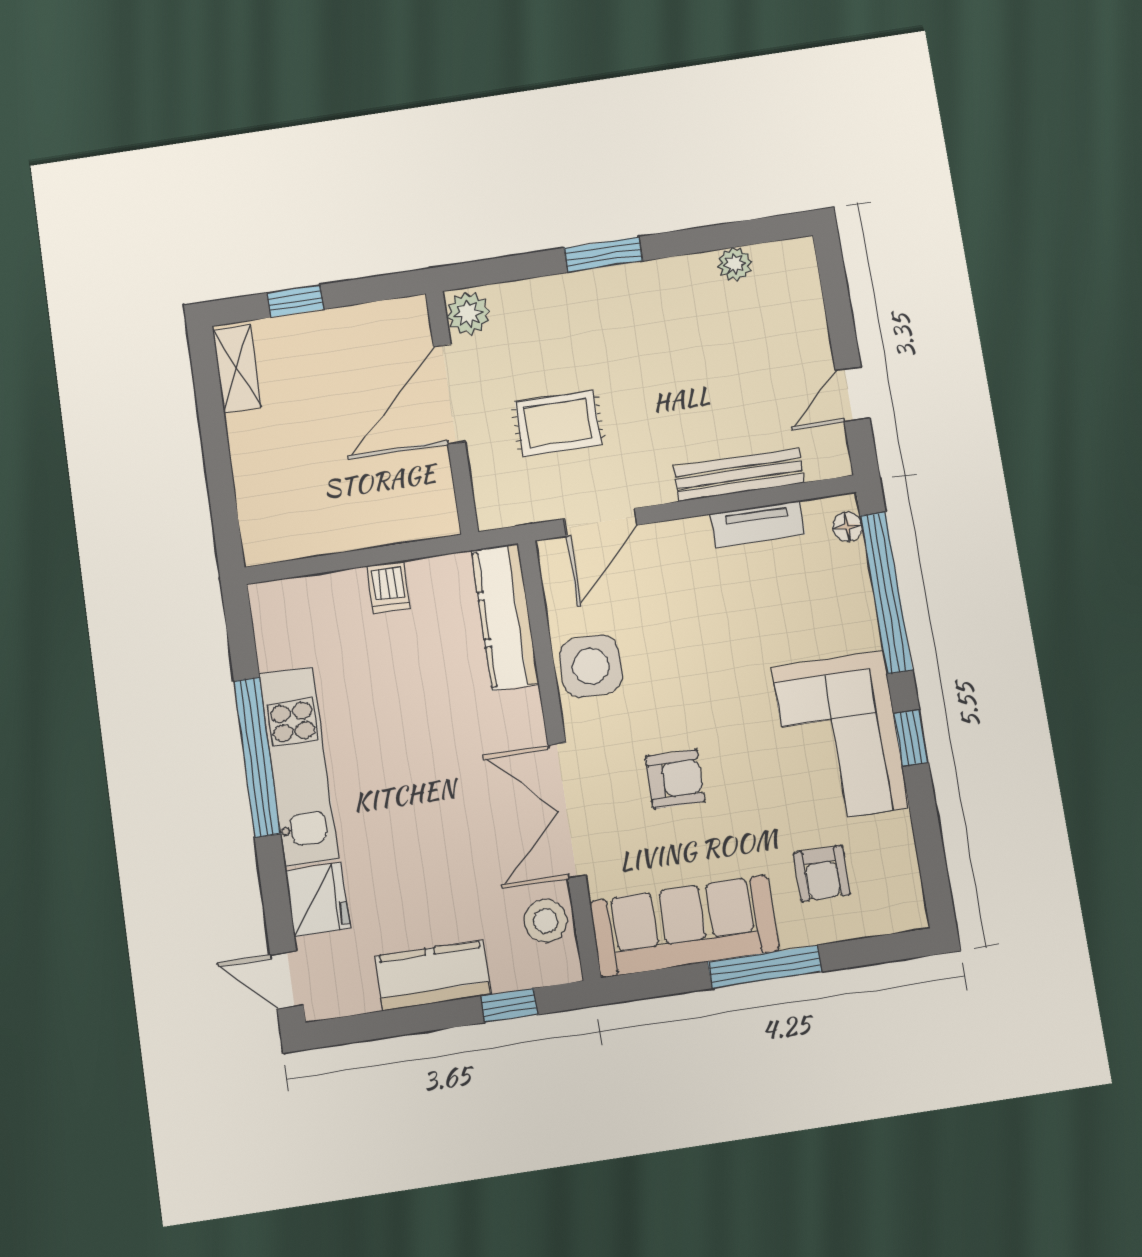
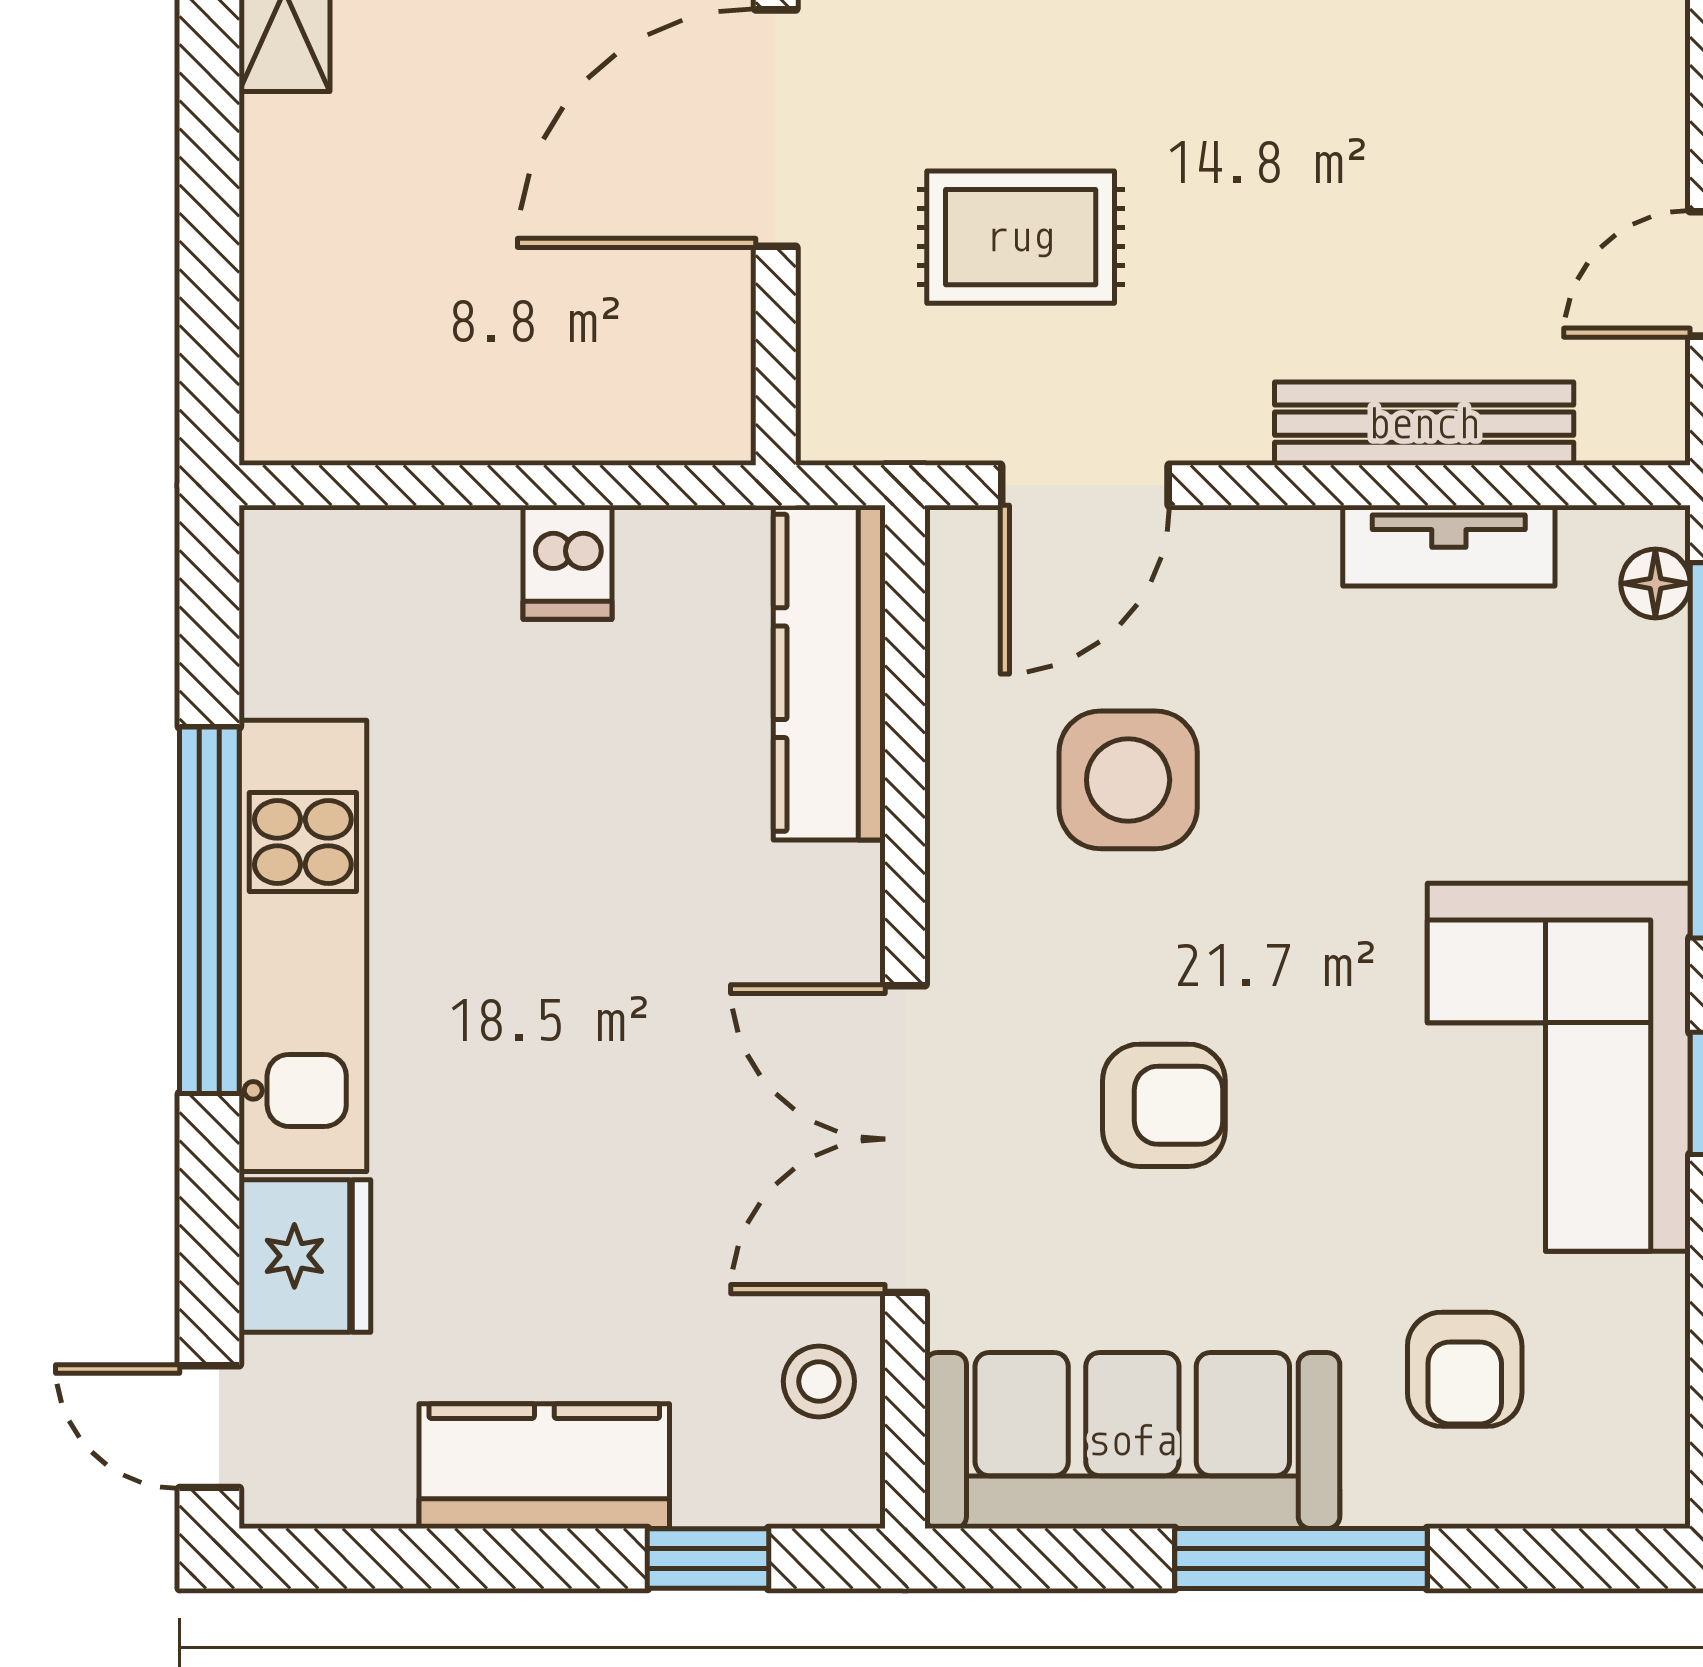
side table: (591, 666) -> (1128, 780), moved
stool: (546, 921) -> (819, 1381), width x0.73, depth x0.73

